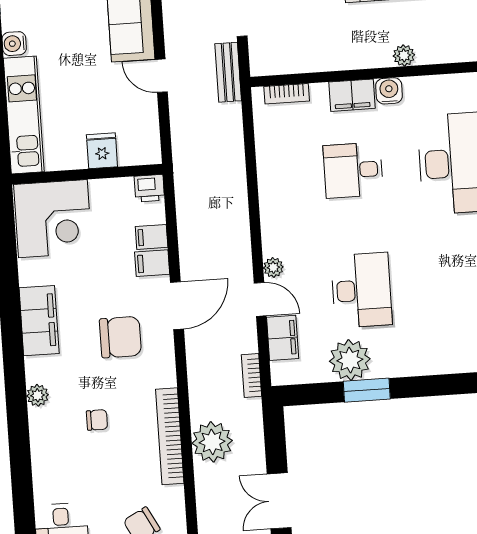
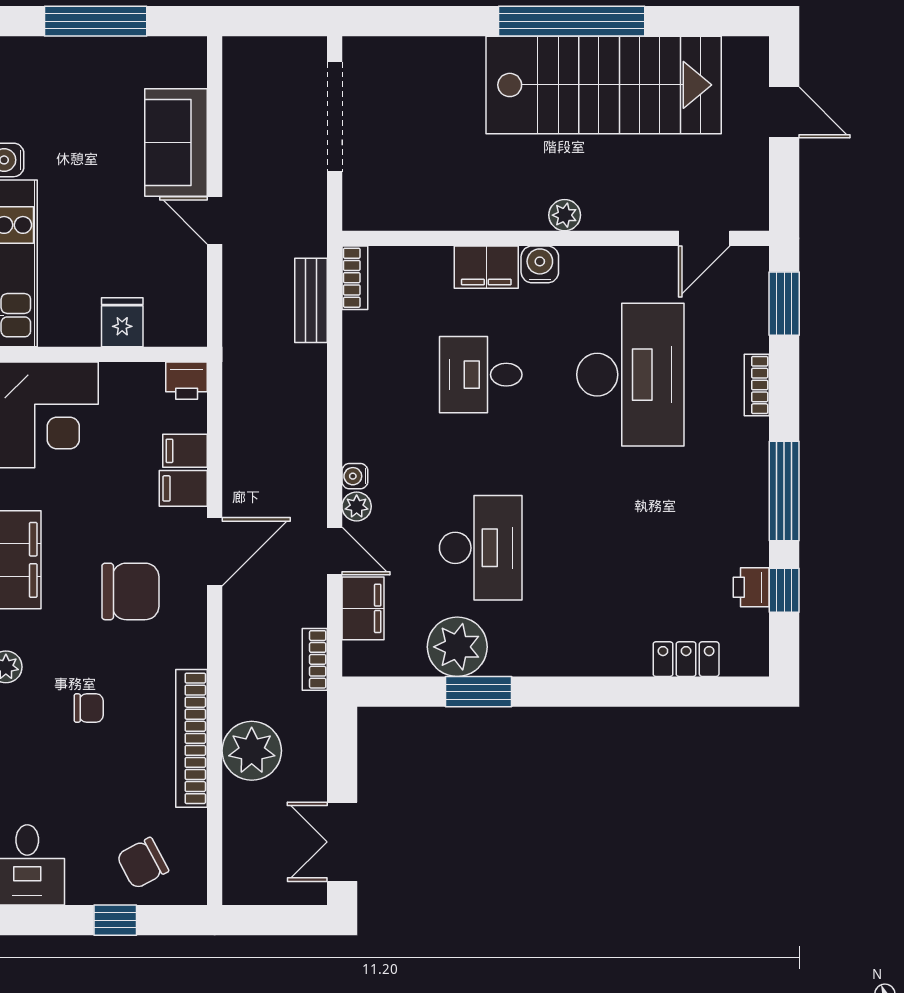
bench: (228, 72) -> (311, 300), moved
bookcase: (287, 94) -> (355, 278), moved, turned -90
water cooler: (271, 246) -> (355, 476), added

